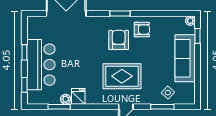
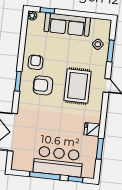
window: (24, 52) -> (45, 176), width x2.17
plant: (66, 99) -> (93, 142), removed

